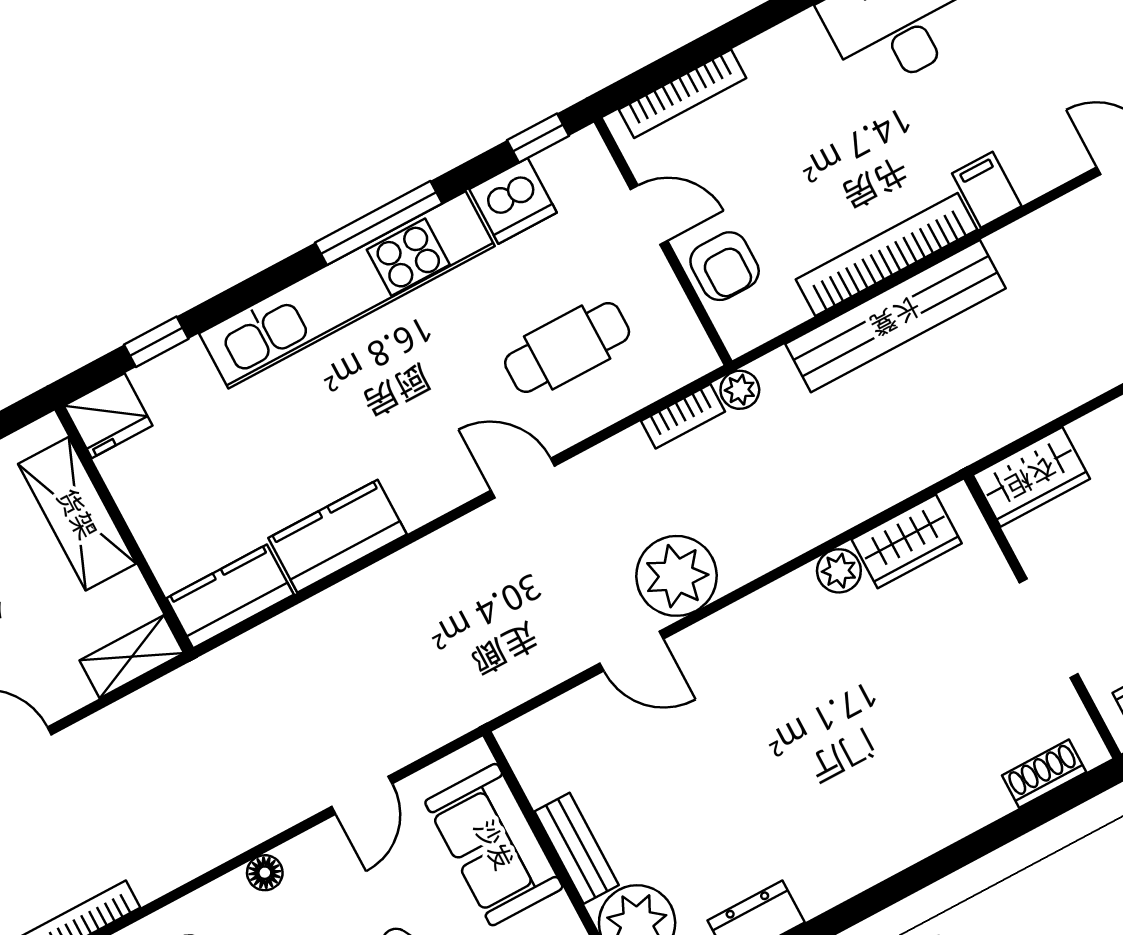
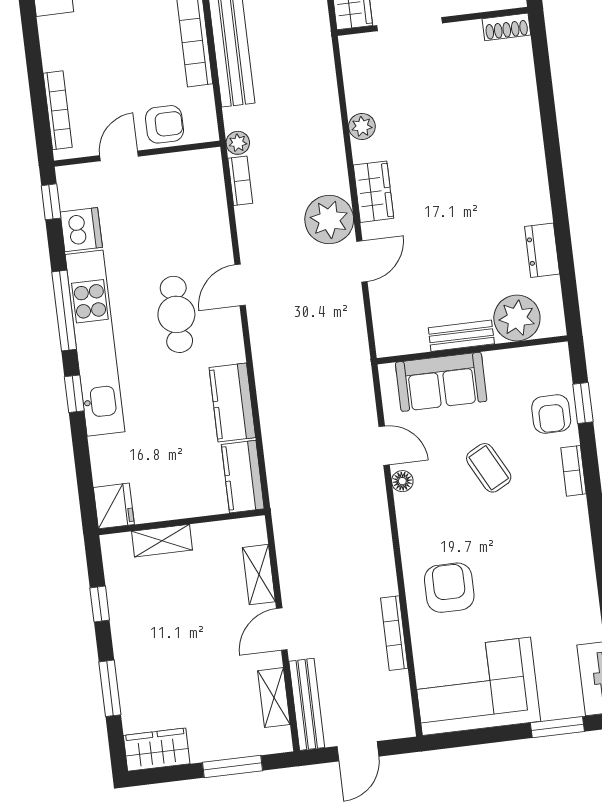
window: (156, 342) -> (74, 394), moved
cafe table: (567, 347) -> (176, 314), moved
shelving: (77, 514) -> (162, 541), width x0.67, depth x0.75
wardrobe: (907, 541) -> (373, 192), moved
doorway: (1049, 628) -> (409, 24), moved
shelving: (132, 657) -> (259, 575), moved
shoe rack: (1044, 774) -> (506, 27), moved, turned -90
floor lamp: (265, 873) -> (402, 481), moved

